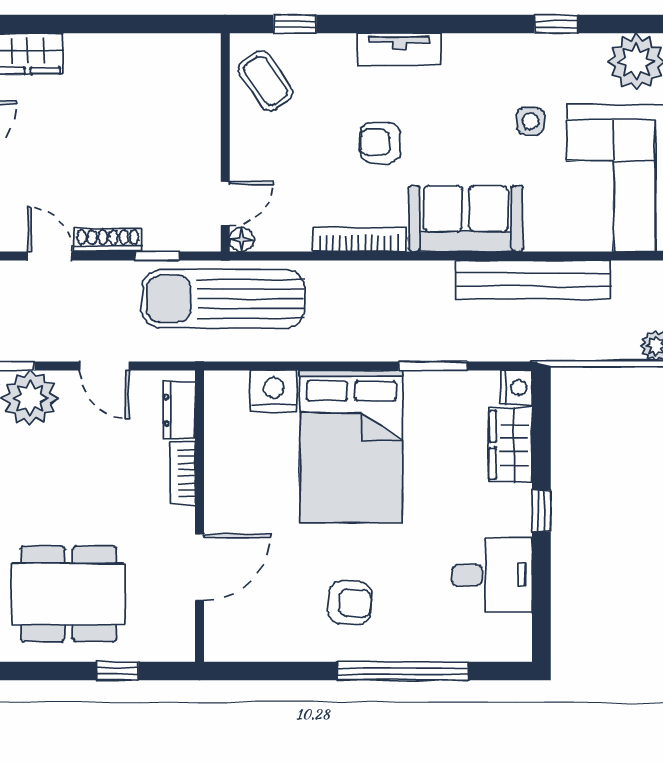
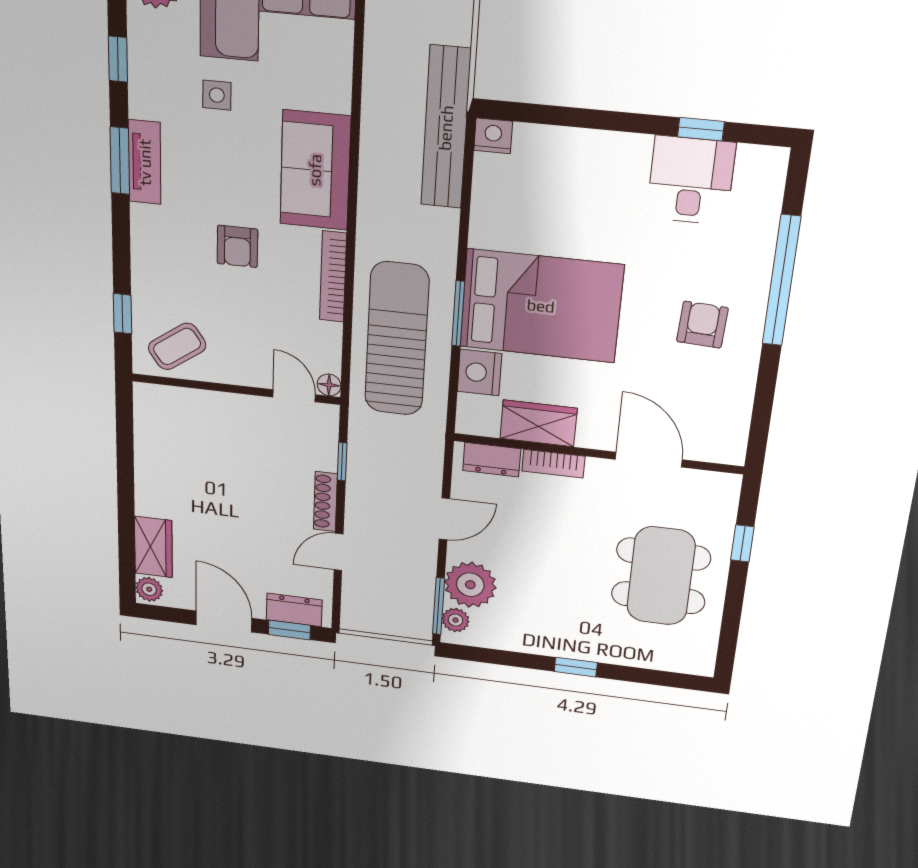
window: (456, 24) -> (120, 161), added
tv unit: (399, 49) -> (145, 162), moved
bench: (533, 280) -> (446, 128), moved
sun lounger: (223, 299) -> (397, 339), moved, turned 180
window: (433, 366) -> (458, 314), moved
wardrobe: (511, 445) -> (538, 423), moved, turned 180
window: (541, 511) -> (701, 129), moved

